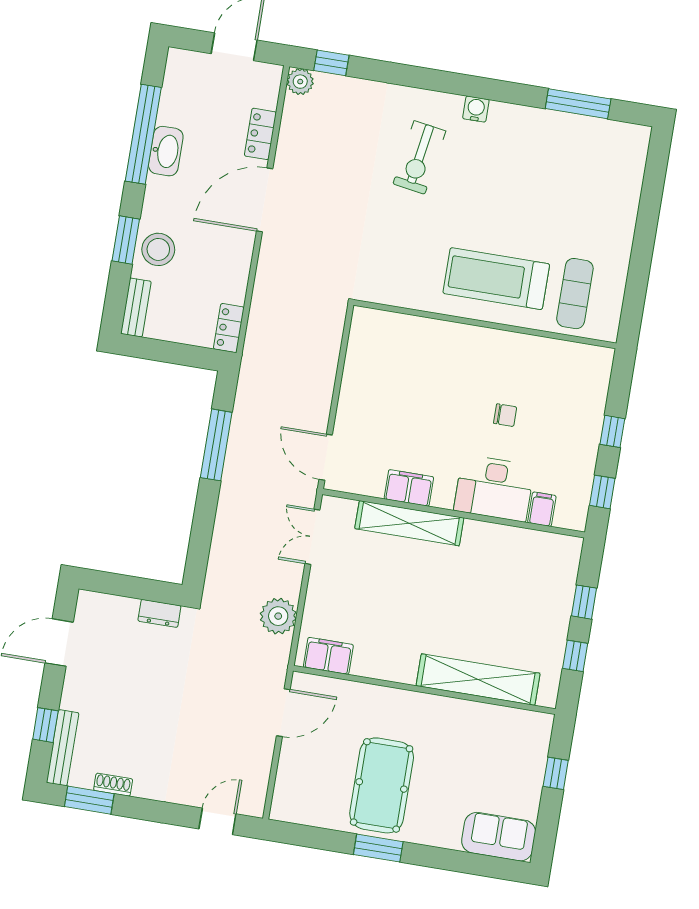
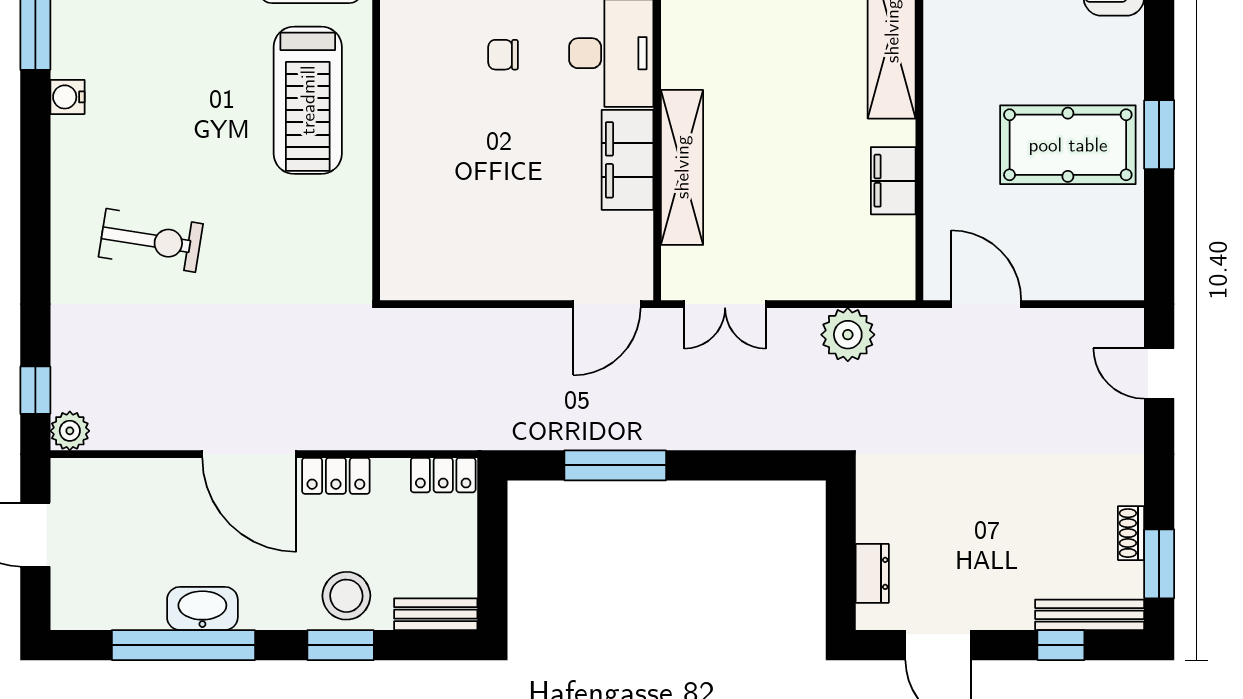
water cooler: (476, 109) -> (67, 97), moved
locker: (260, 134) -> (336, 476), moved
chair: (505, 415) -> (503, 55), turned -90
filing cabinet: (409, 488) -> (628, 160), width x1.50, depth x1.17
dresser: (159, 613) -> (872, 573), moved
filing cabinet: (328, 656) -> (893, 181), moved

